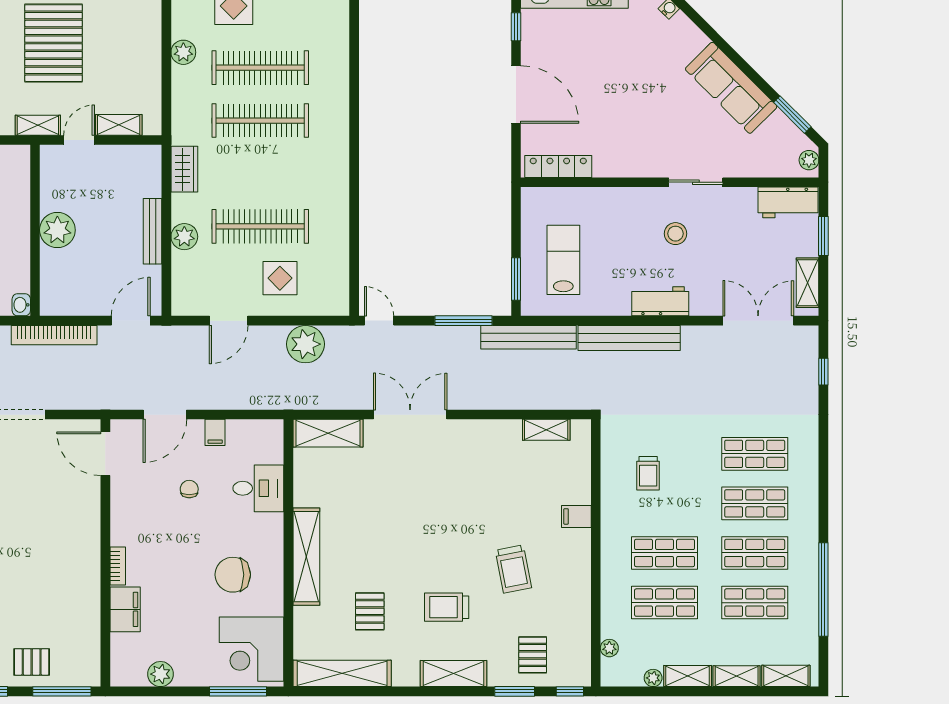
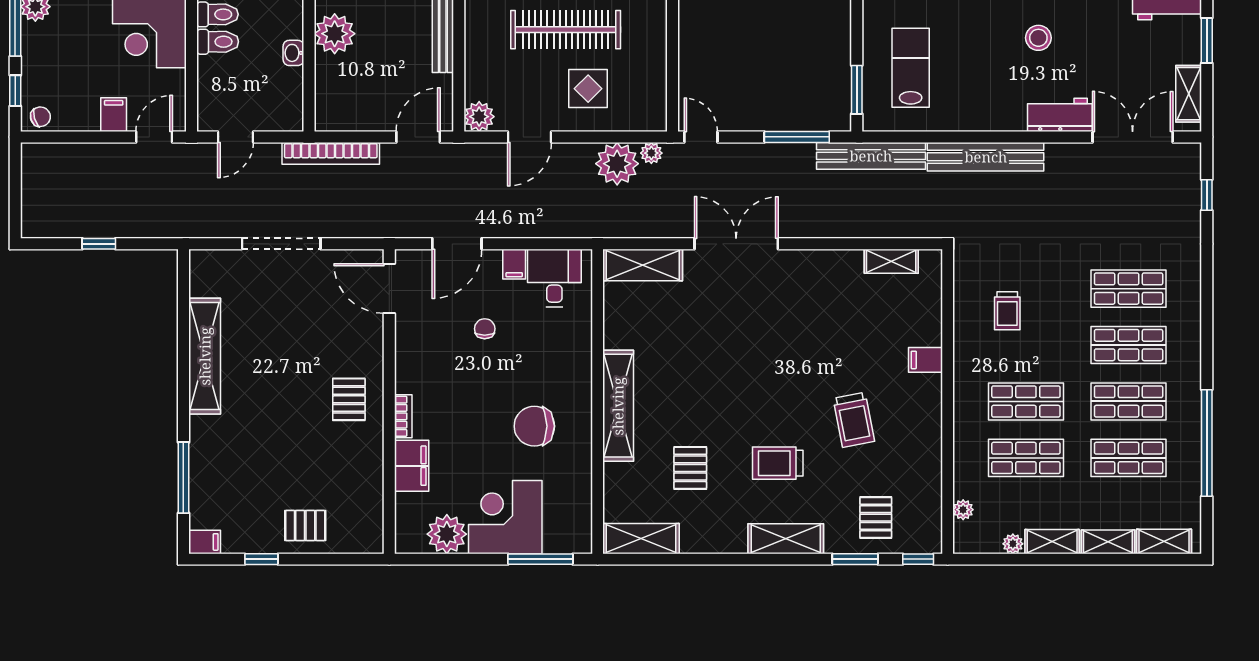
plant: (184, 237) -> (479, 117), moved
workbench: (660, 301) -> (1060, 115), moved
washbasin: (21, 305) -> (293, 53), moved
plant: (336, 335) -> (651, 153), added
desk: (258, 488) -> (554, 278), moved, turned -90
pallet: (70, 551) -> (349, 399), added
corner desk: (251, 649) -> (505, 517), moved, turned 90
shelving: (342, 673) -> (641, 539), width x0.68
plant: (161, 674) -> (447, 534), width x1.36, depth x1.36
window: (62, 691) -> (340, 559), removed

